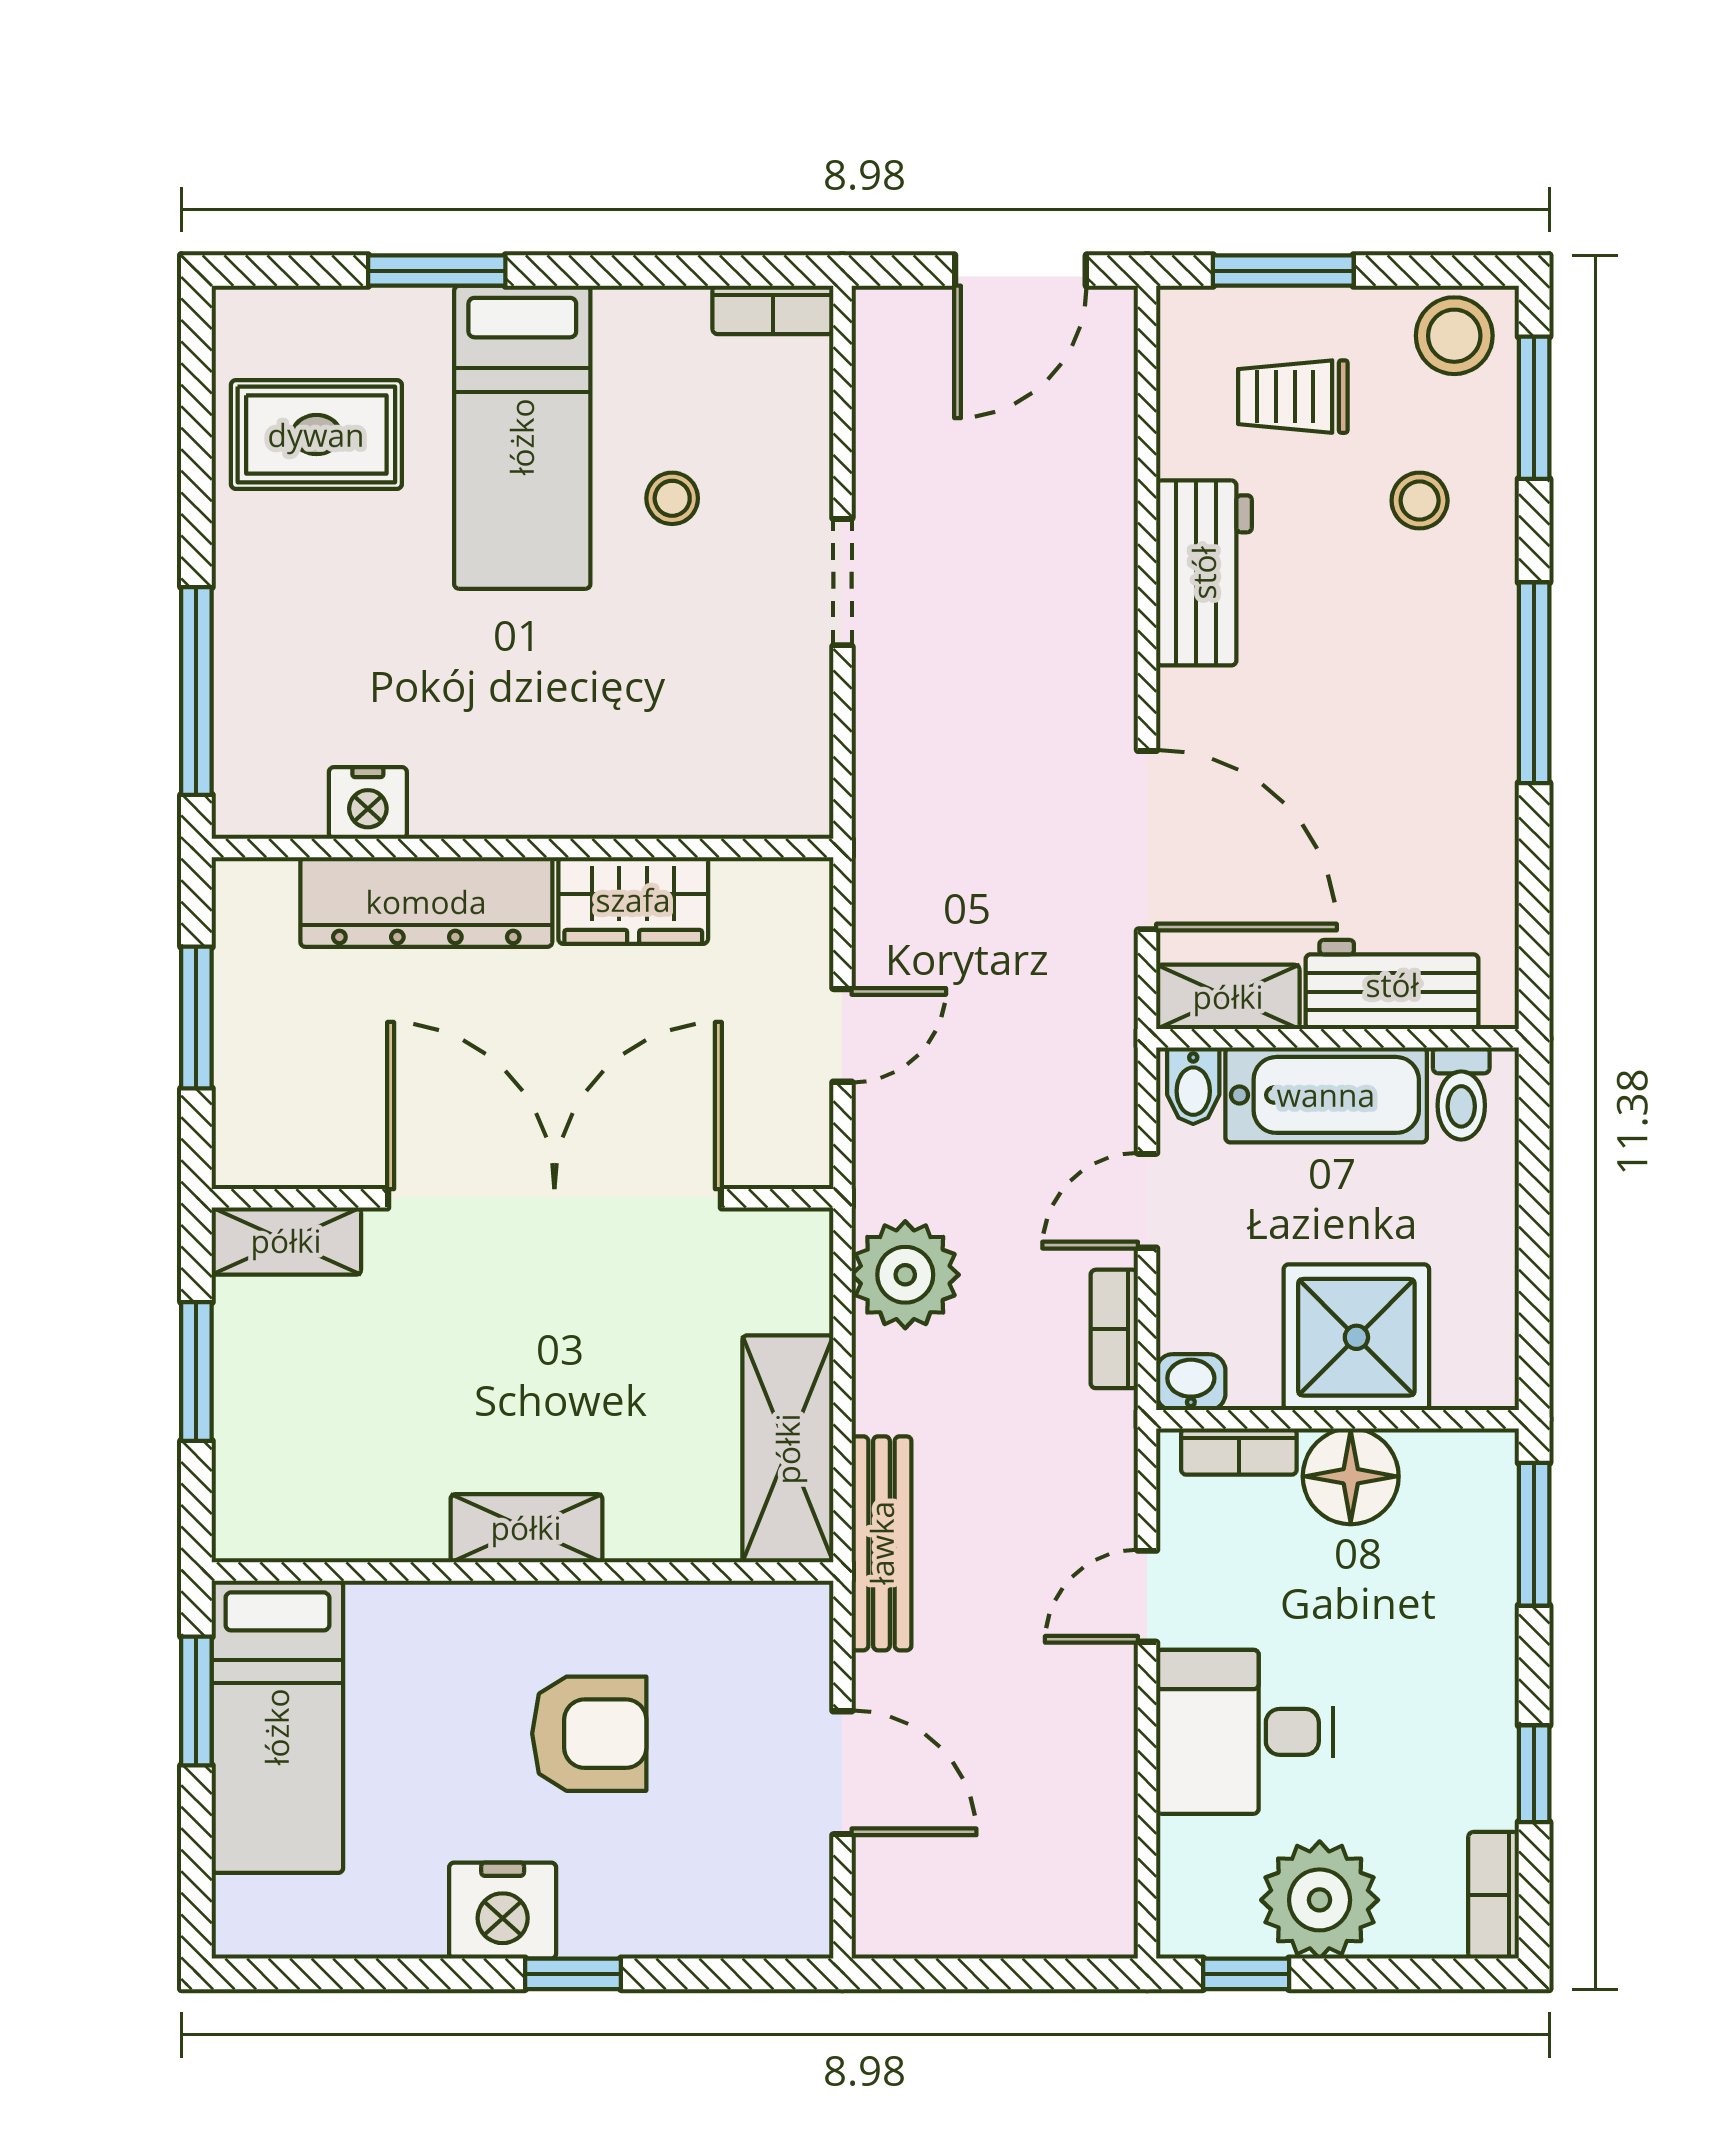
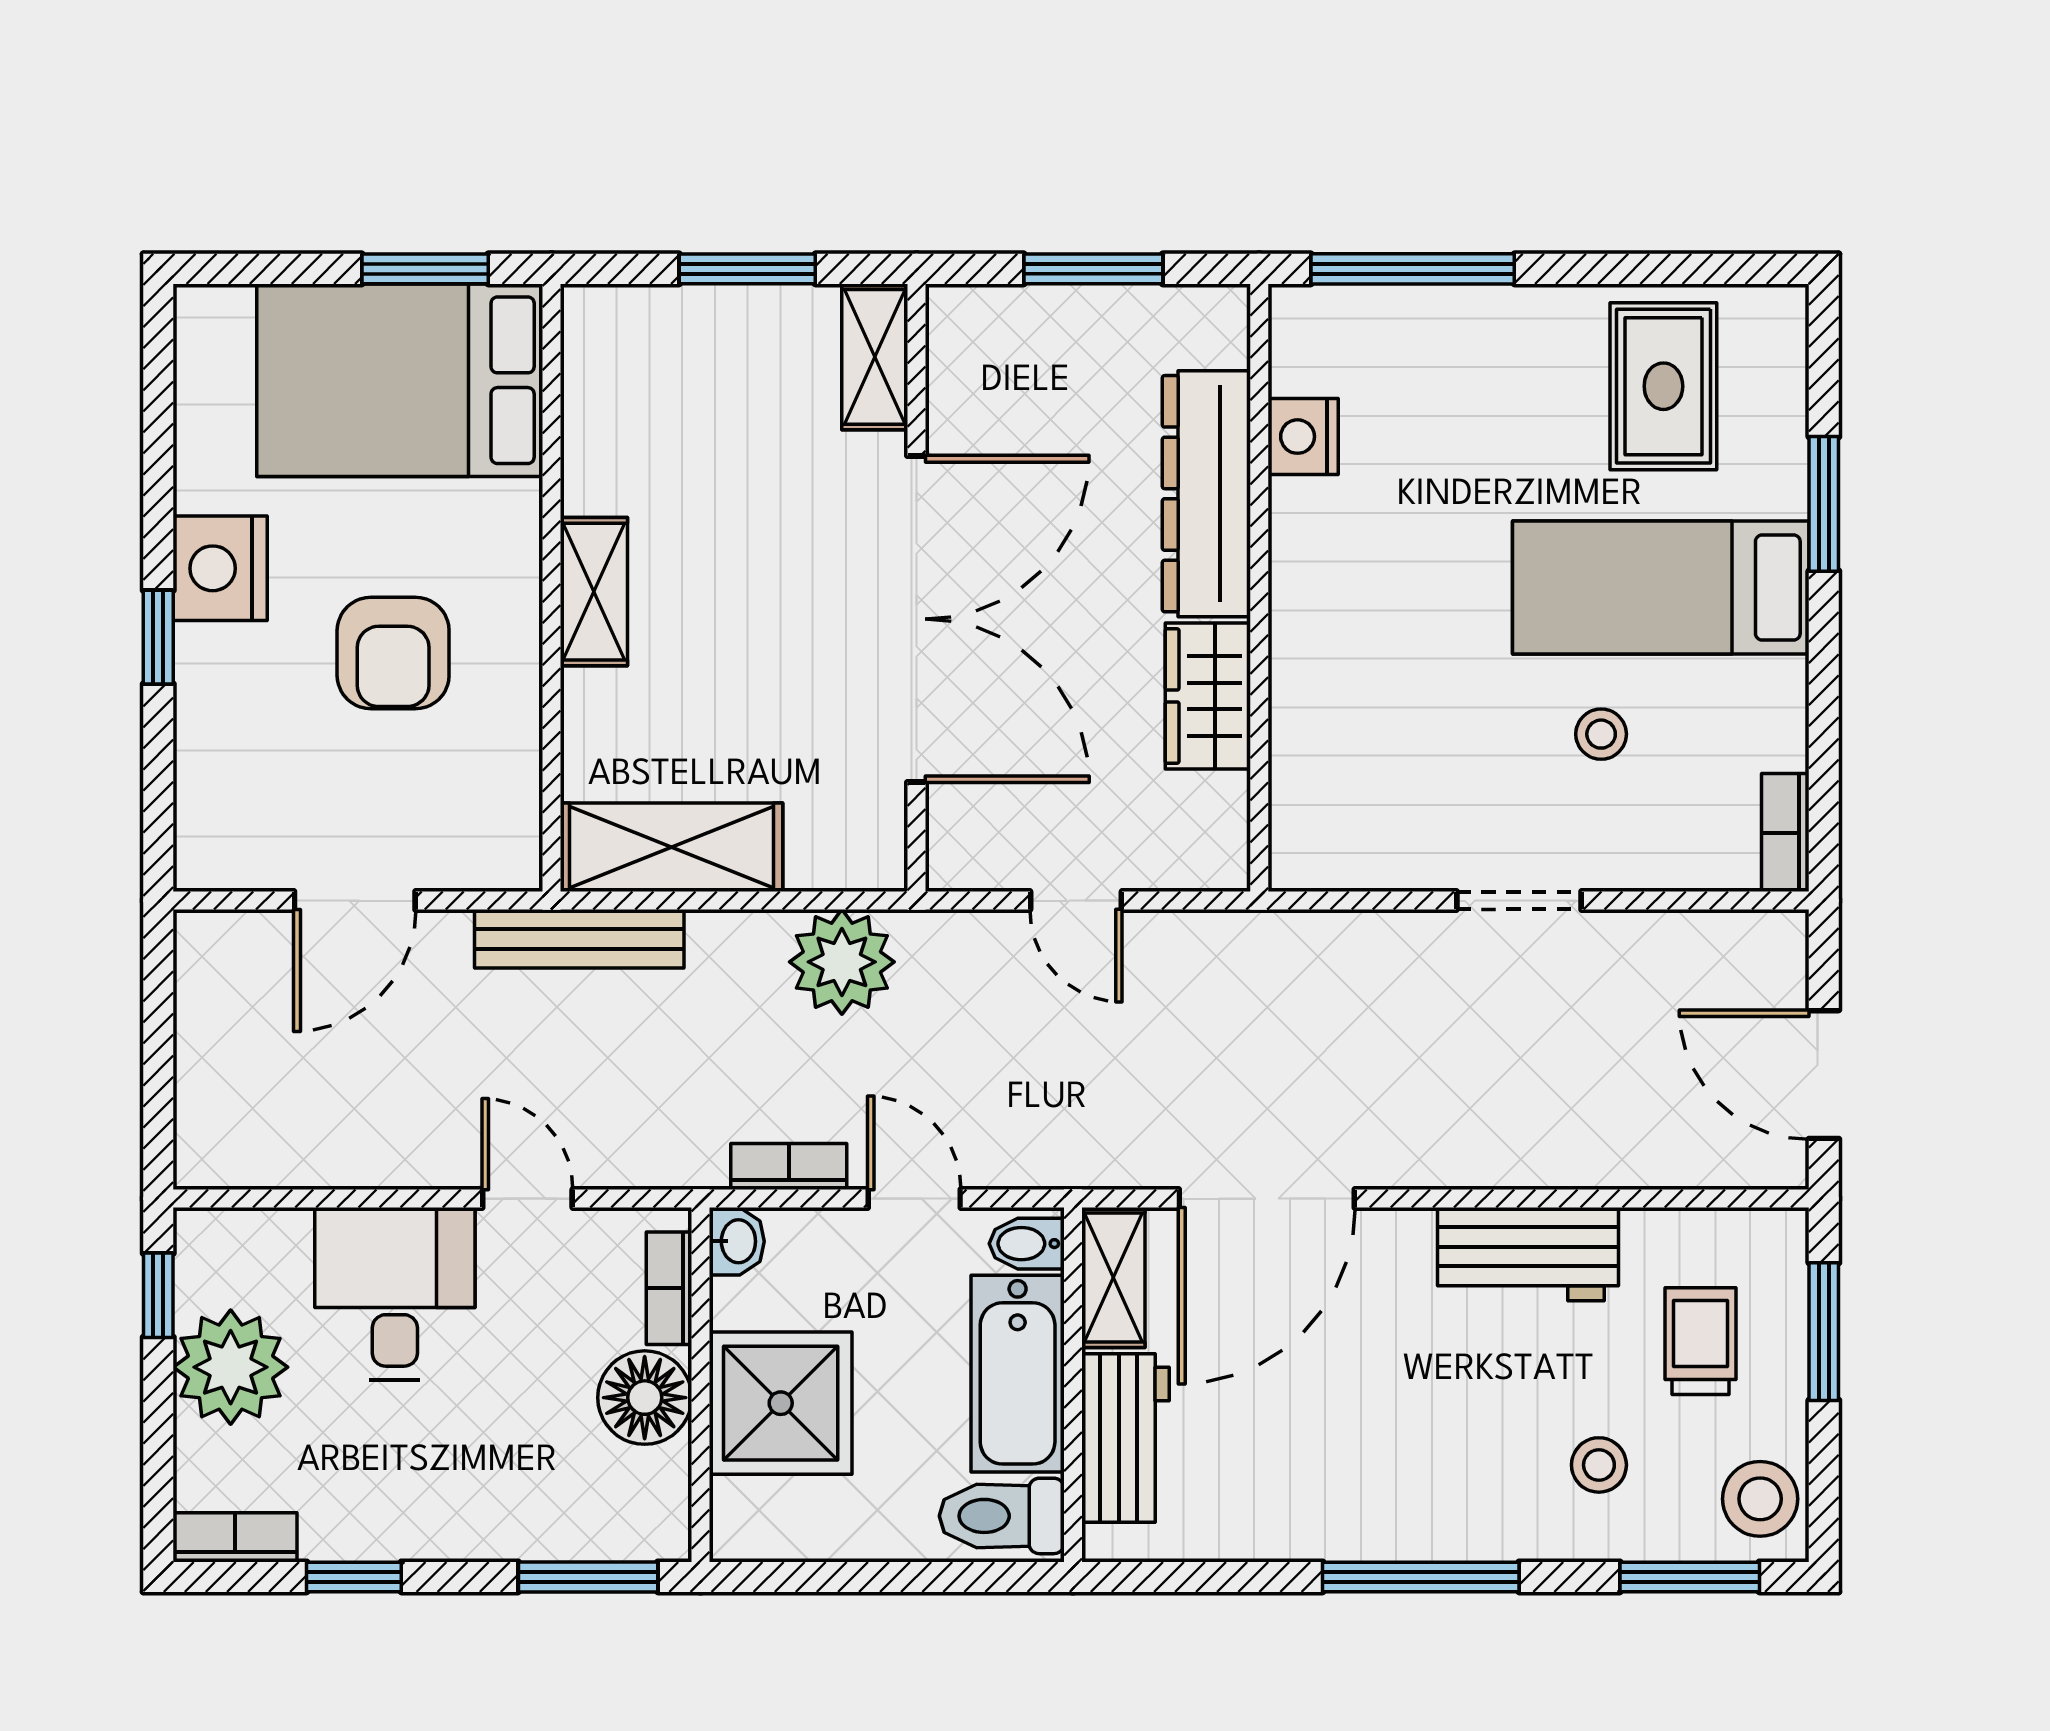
toilet: (1461, 1094) -> (1002, 1516), width x1.37, depth x1.39
bed: (277, 1727) -> (400, 380), width x1.50

